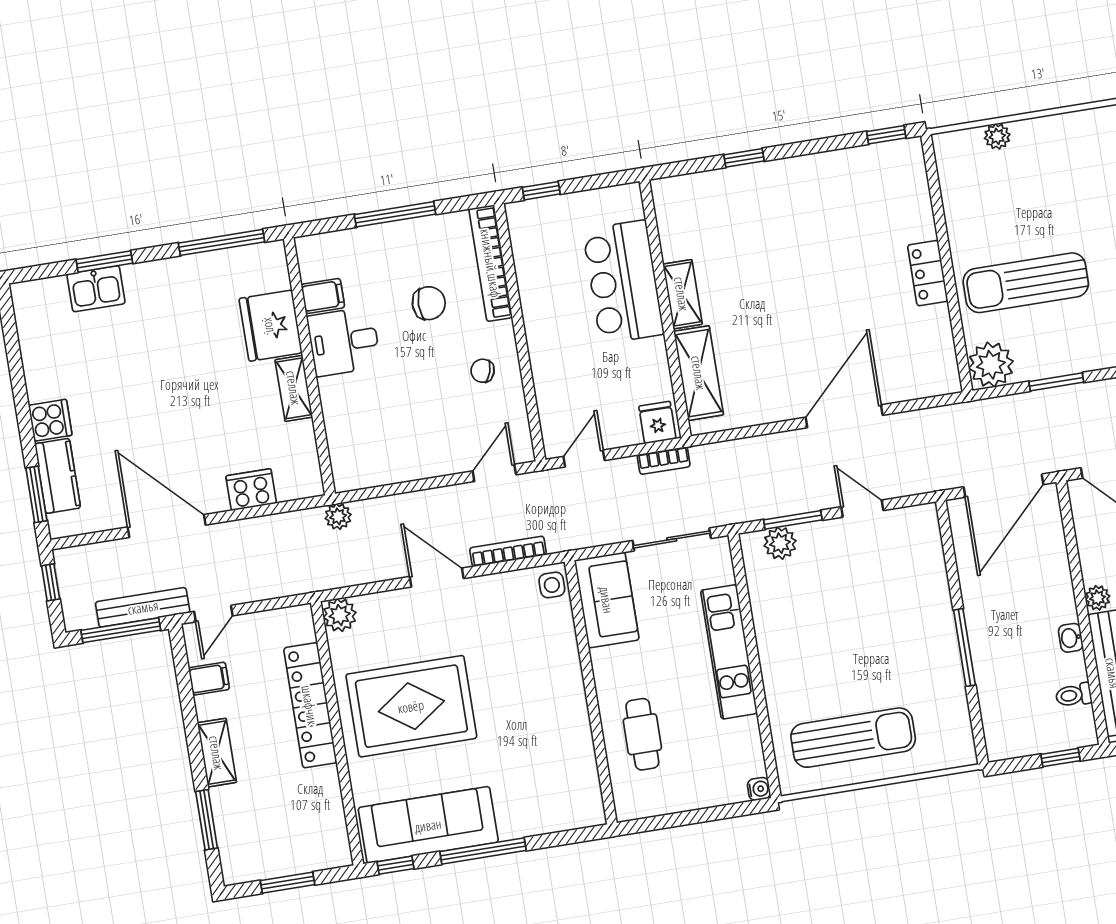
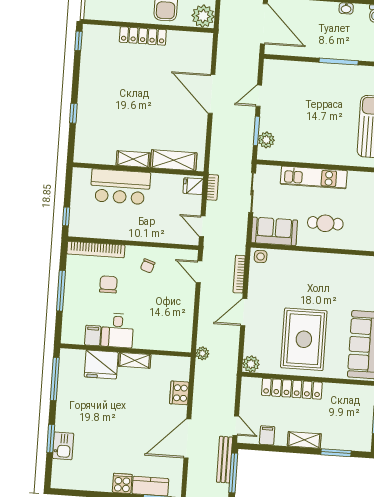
locker: (928, 273) -> (143, 36), width x1.53
cafe table: (642, 734) -> (325, 223), moved

